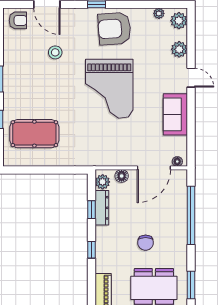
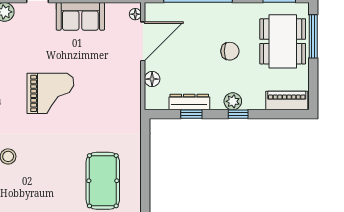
grand piano: (109, 89) -> (50, 93), width x0.73, depth x0.68
door: (154, 168) -> (143, 41), hinge flipped
plant: (103, 182) -> (233, 101), moved

